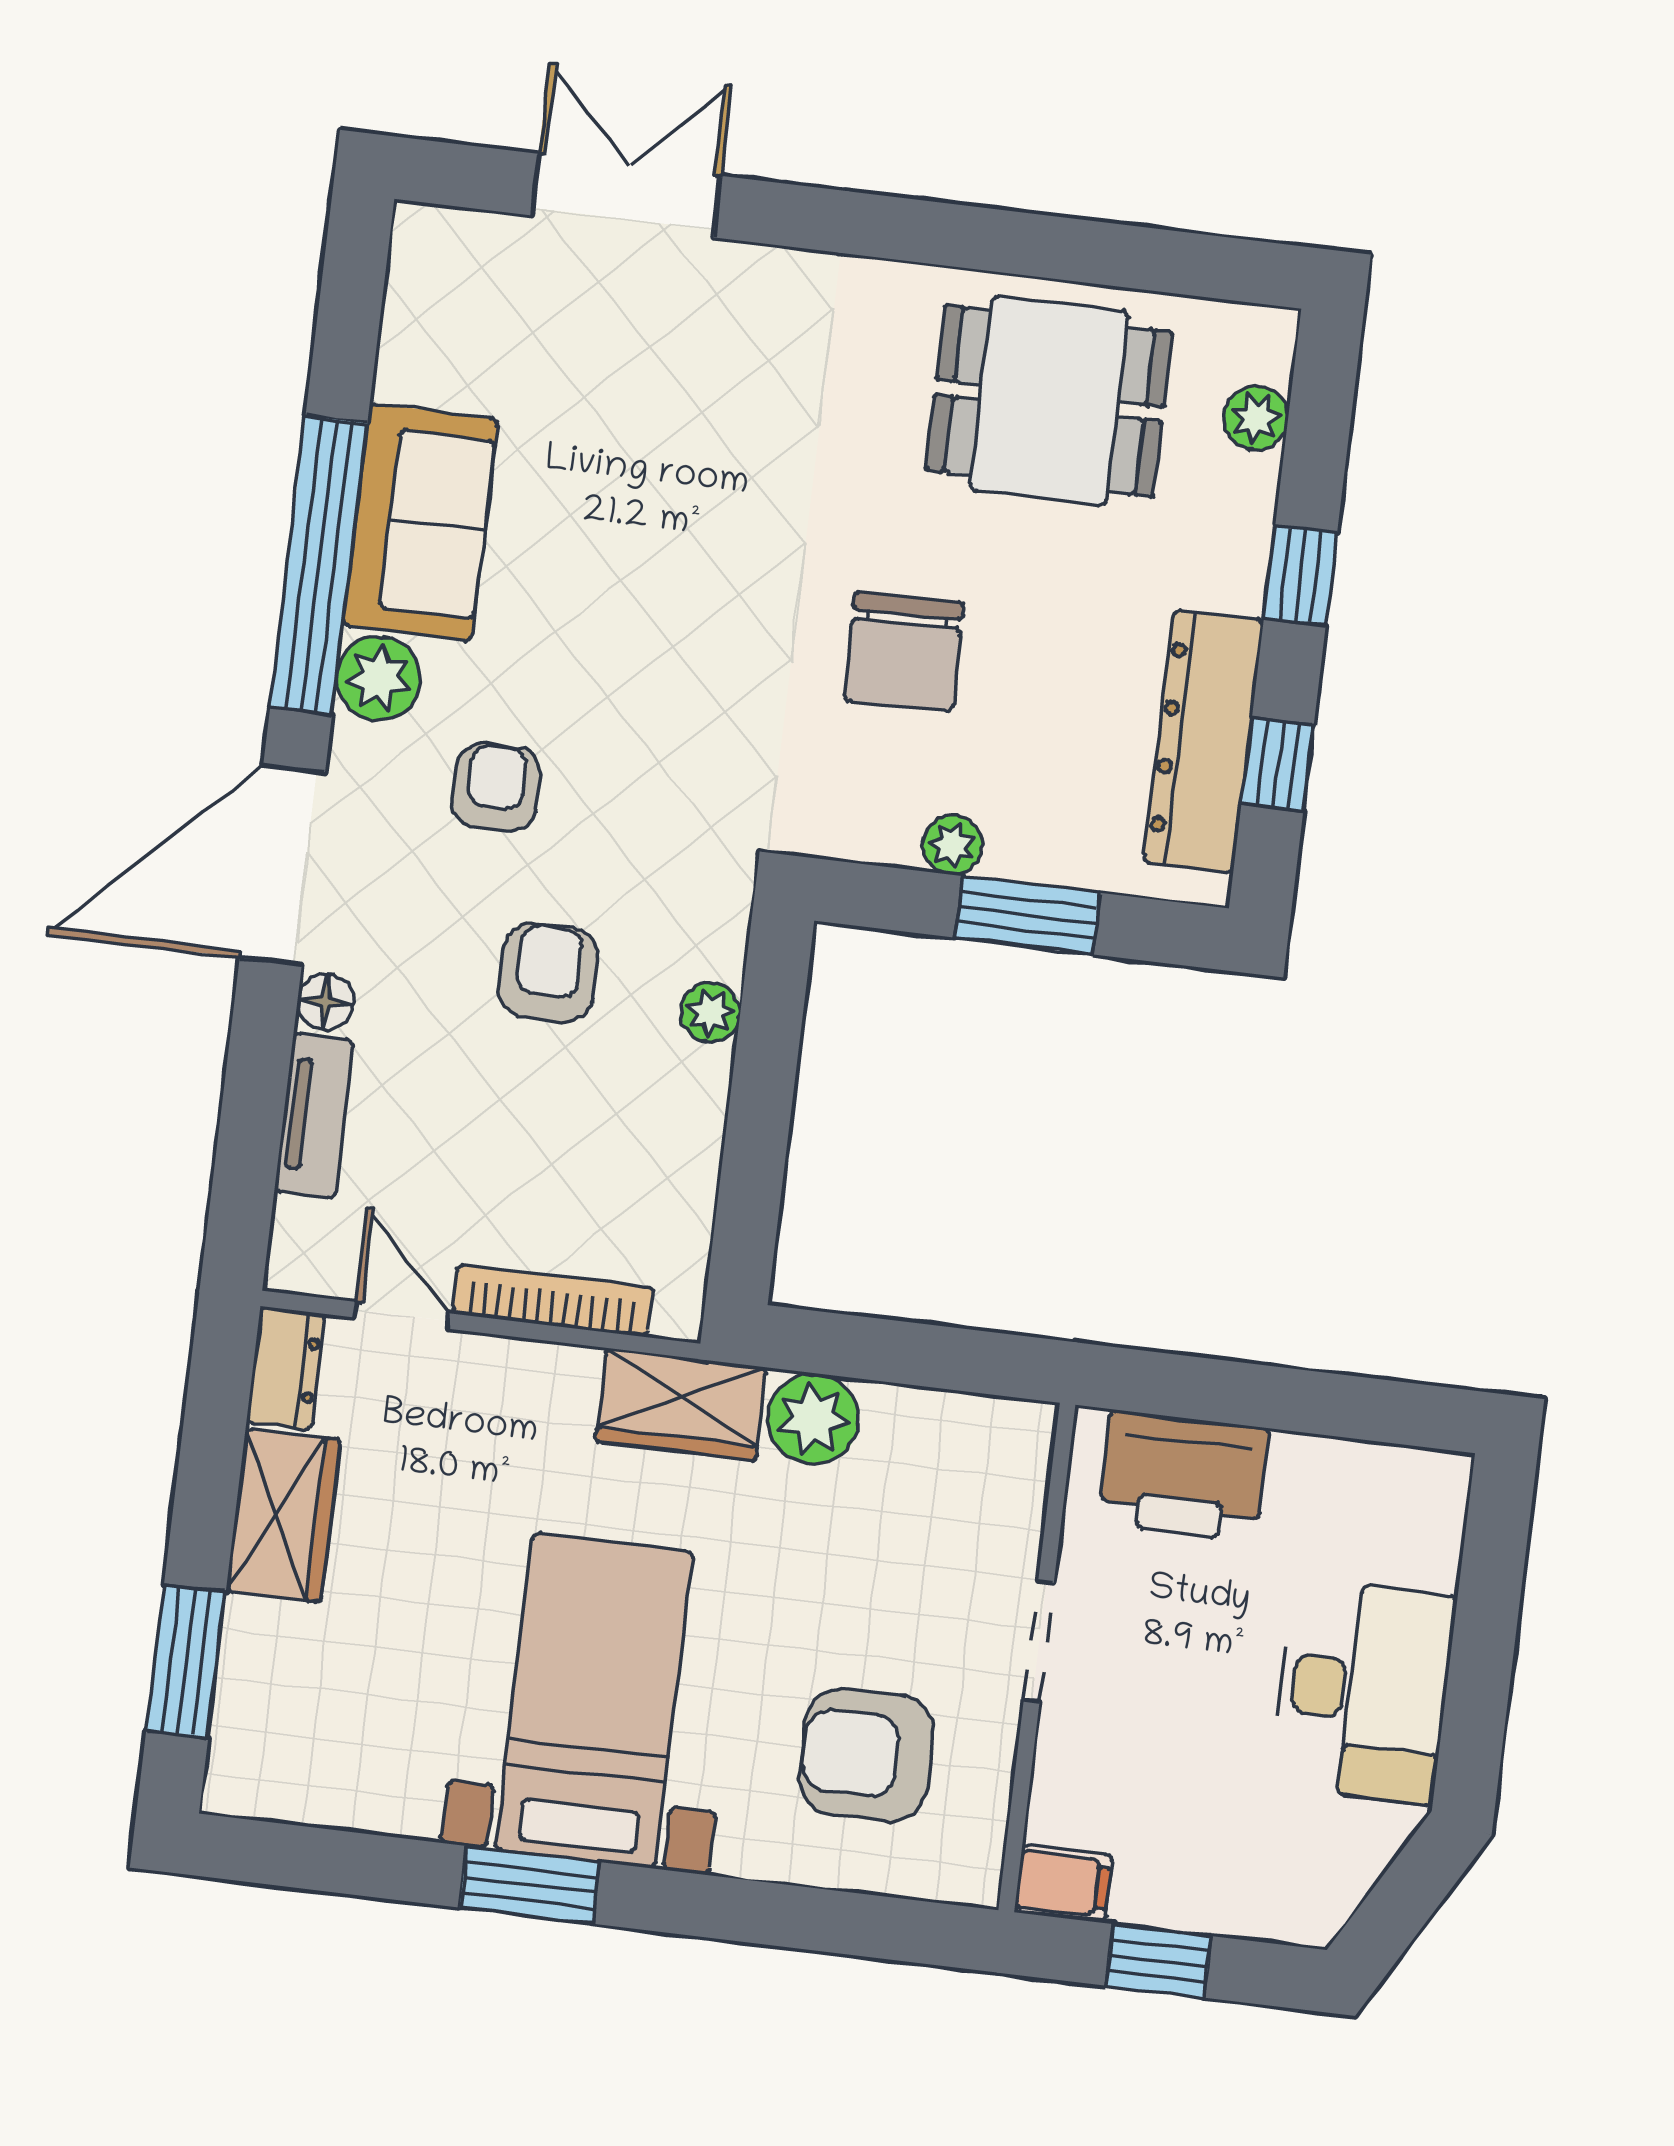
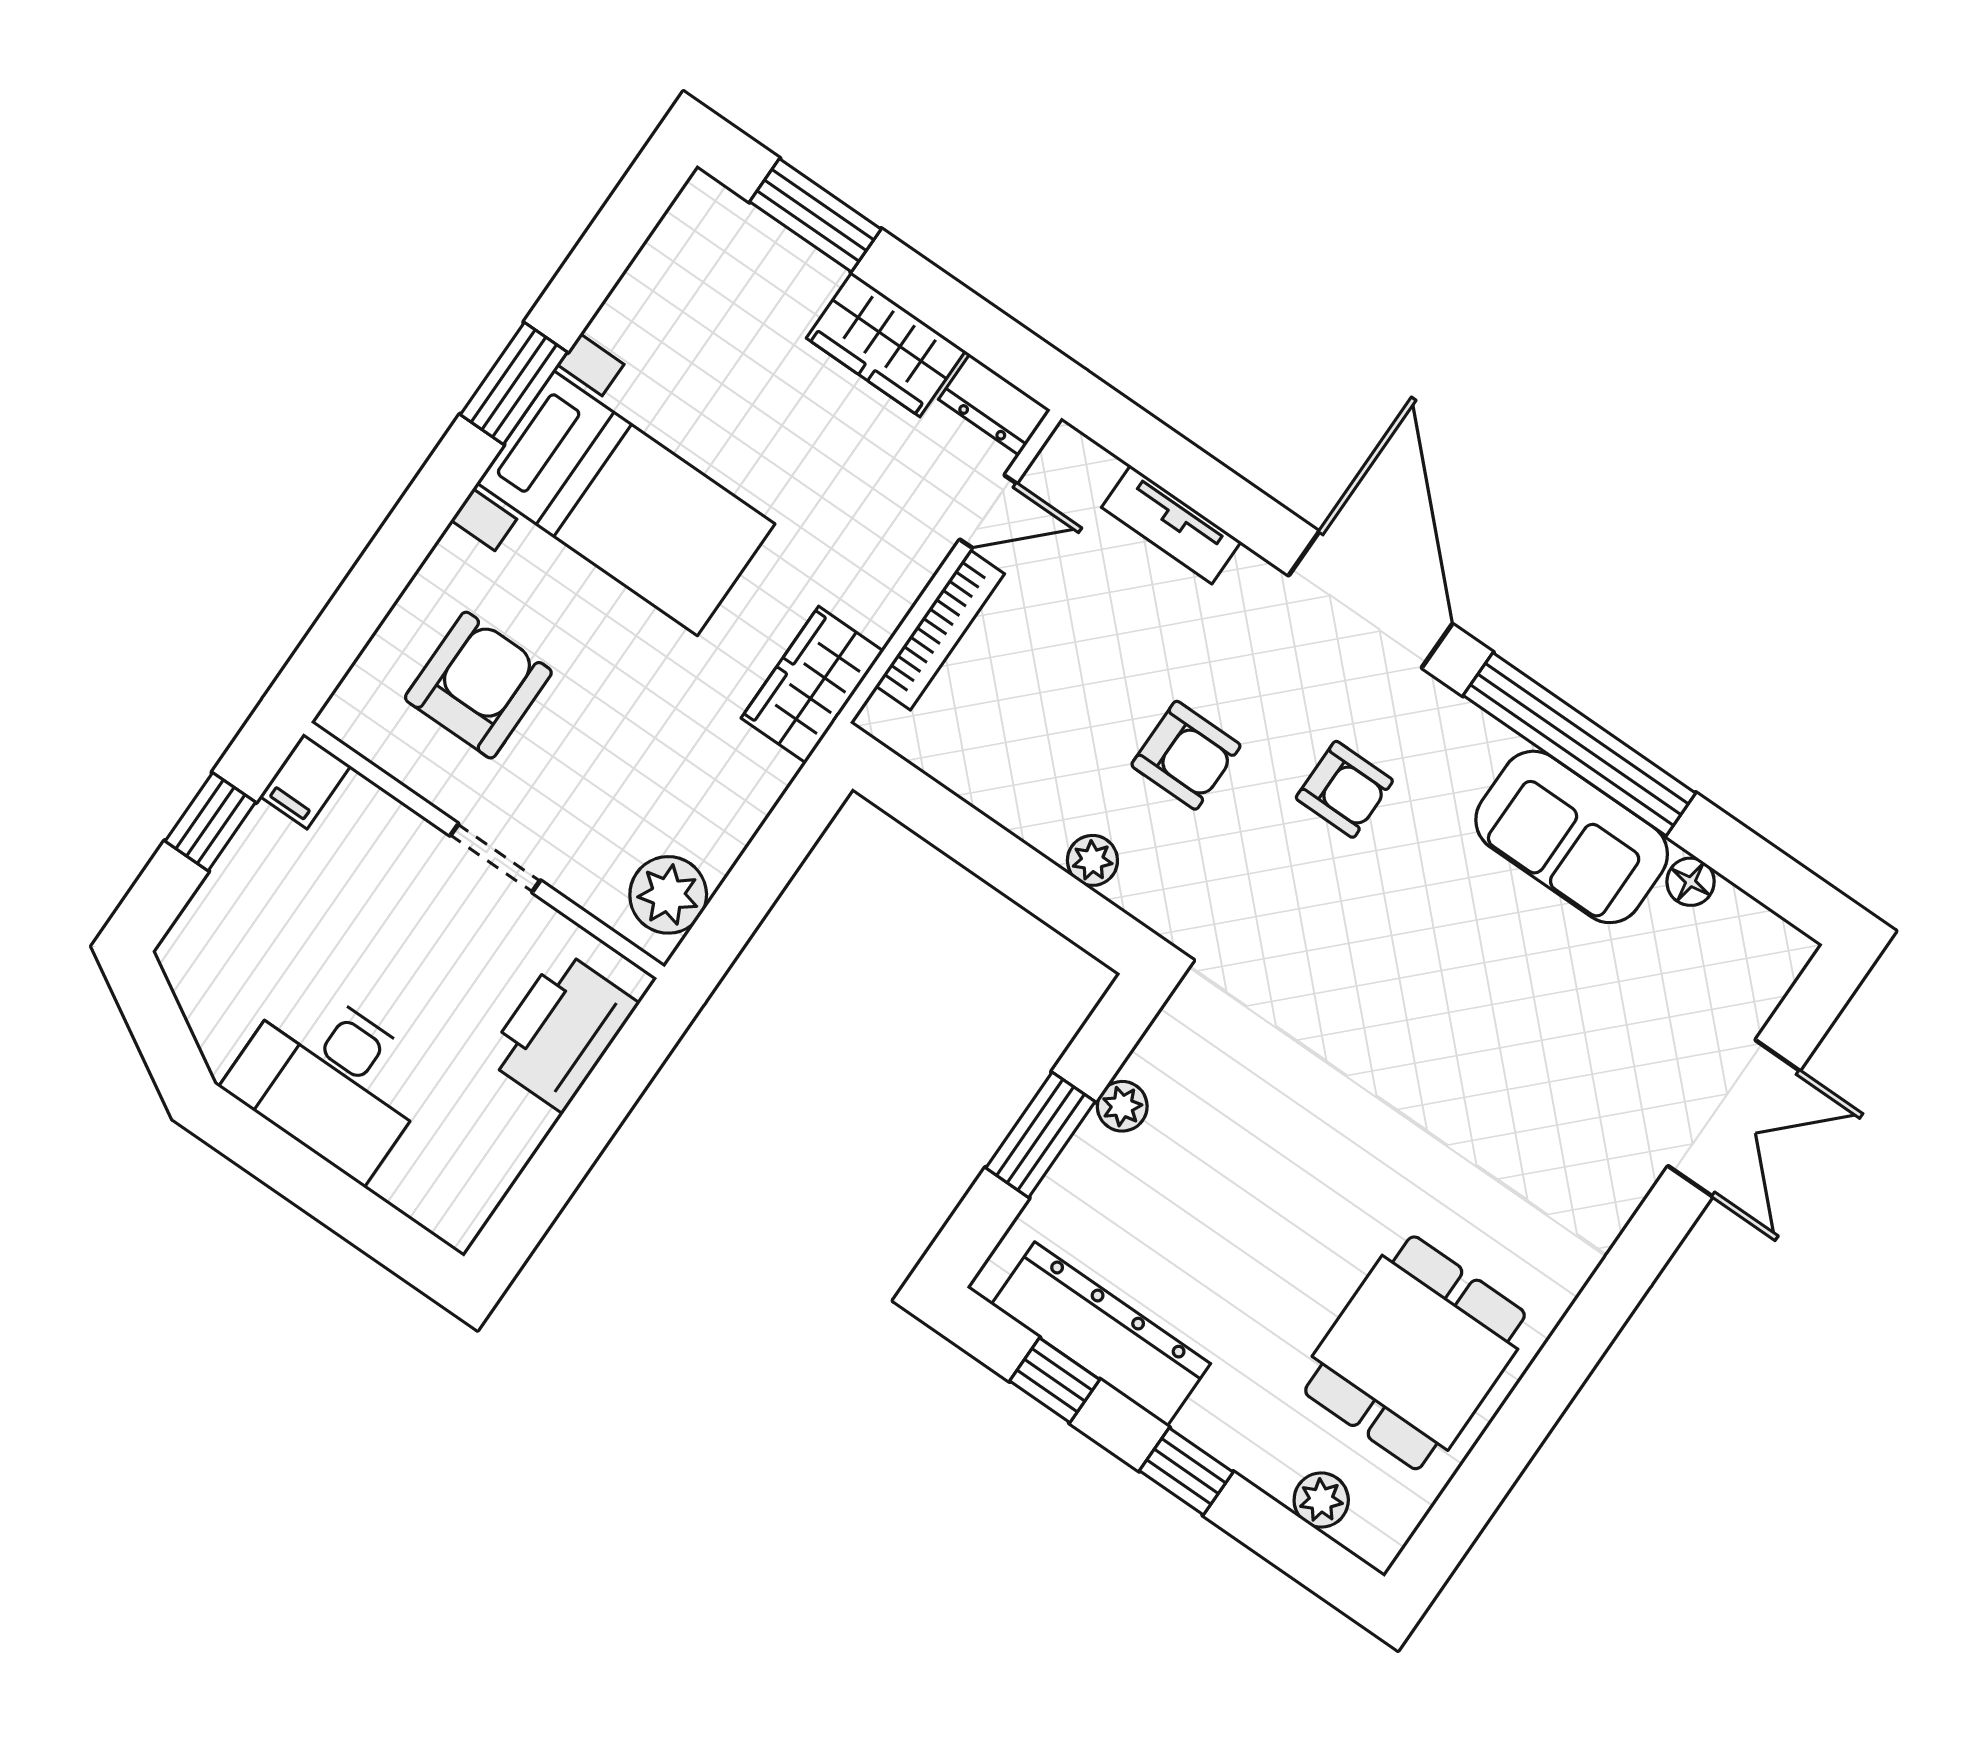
chair: (904, 652) -> (1285, 1146), removed
plant: (379, 678) -> (1472, 744), removed
floor lamp: (325, 1002) -> (1691, 882), moved
plant: (813, 1419) -> (668, 895), moved

